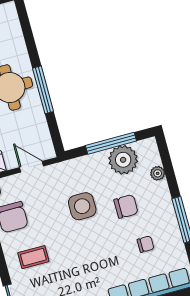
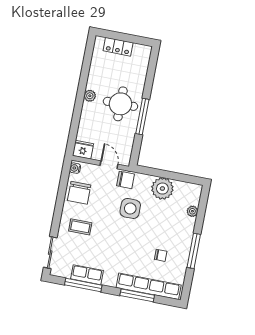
window: (111, 143) -> (171, 175), removed
plant: (123, 160) -> (162, 189), moved
chair: (126, 206) -> (125, 180), moved

